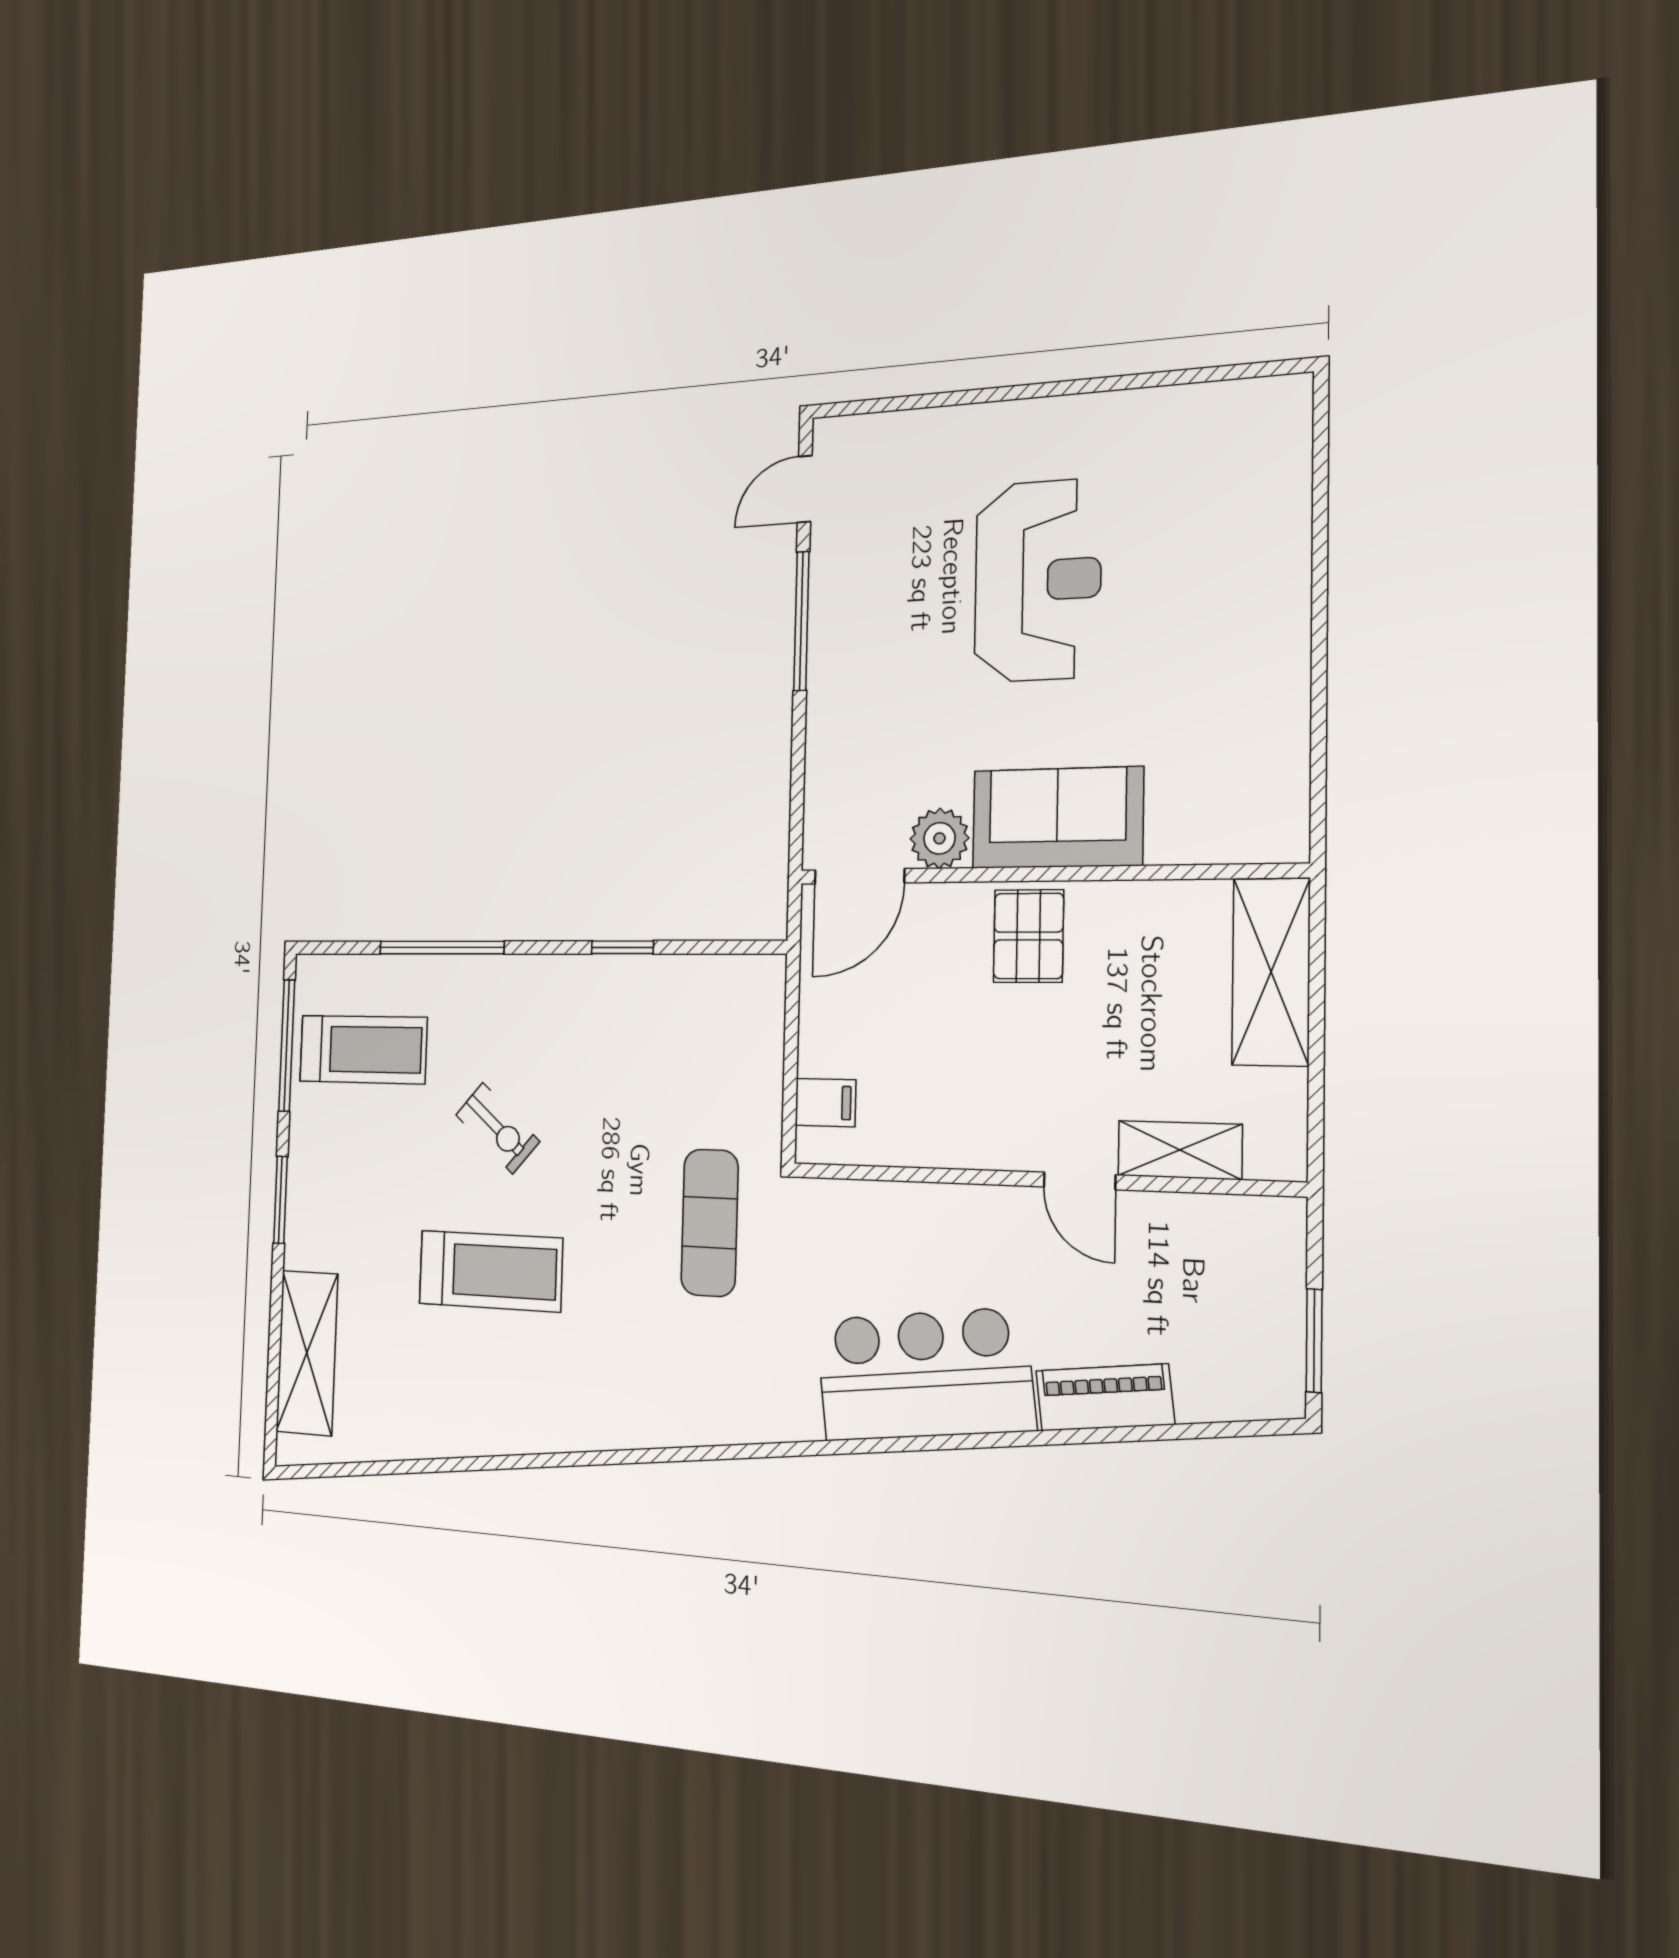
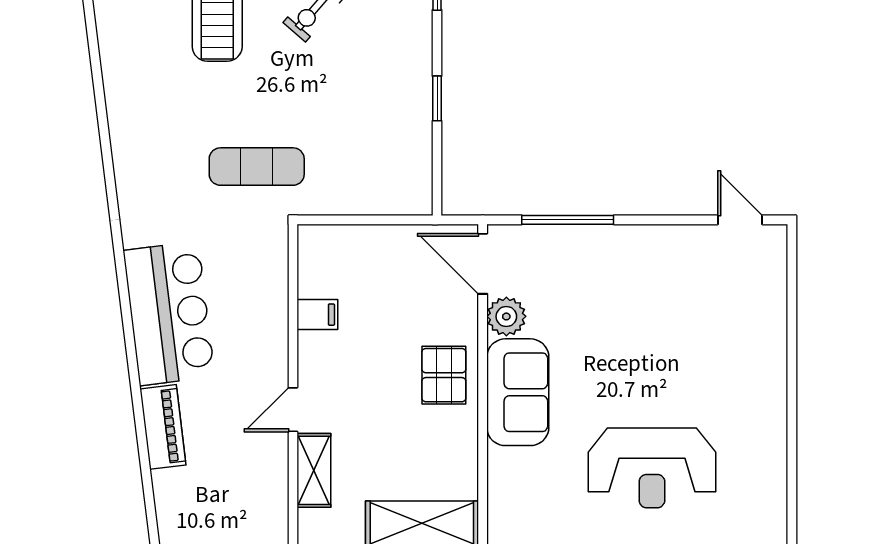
reception desk: (1038, 581) -> (652, 468), moved
window: (801, 621) -> (568, 220), moved
pallet: (1028, 936) -> (444, 375), turned 90
filing cabinet: (825, 1103) -> (317, 315), moved, turned -90

